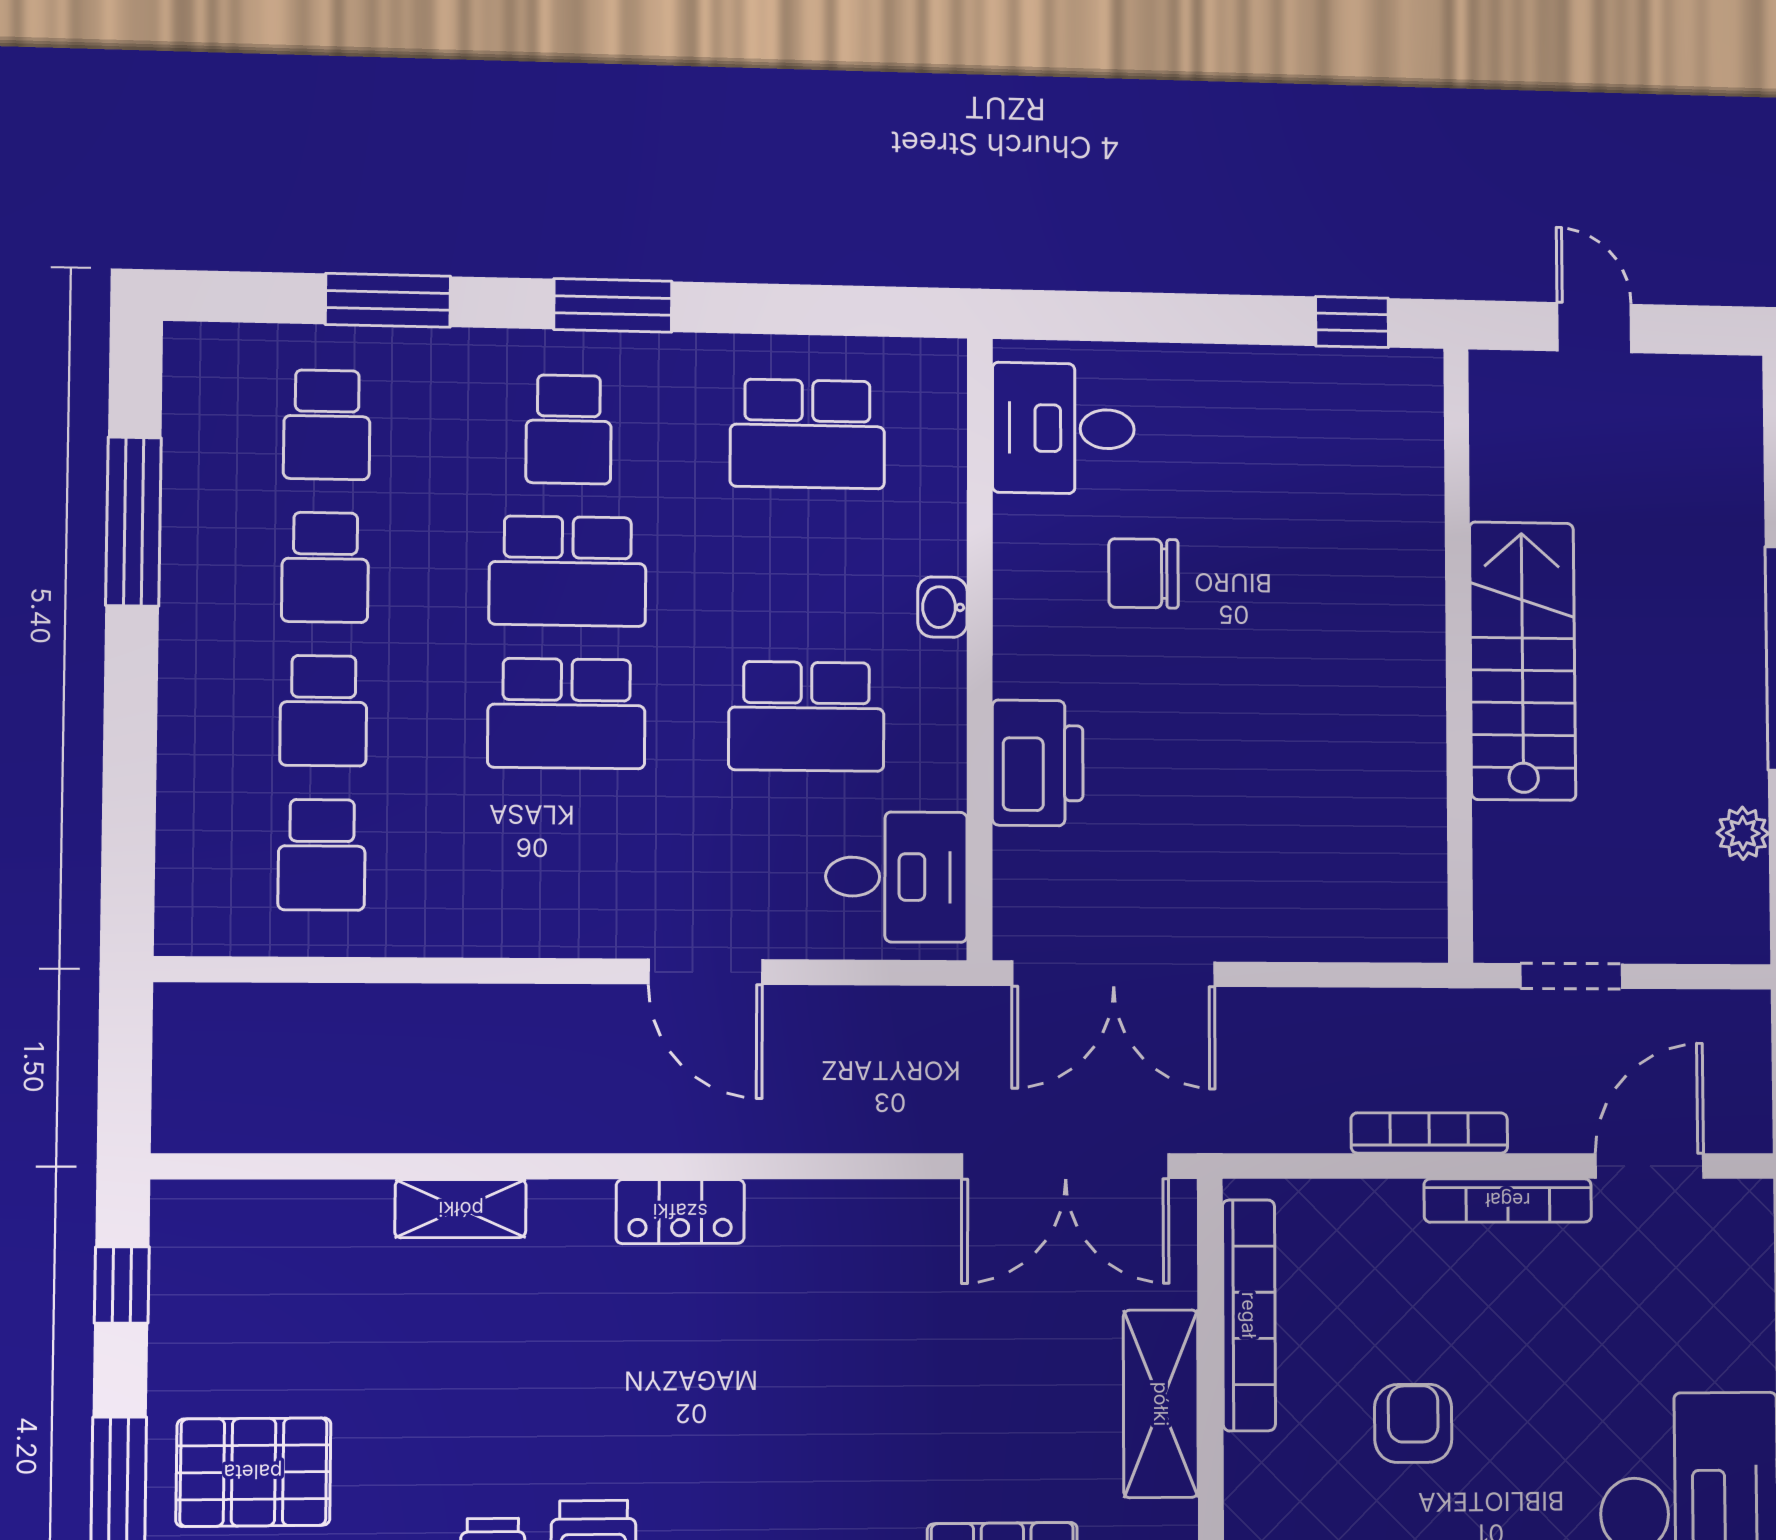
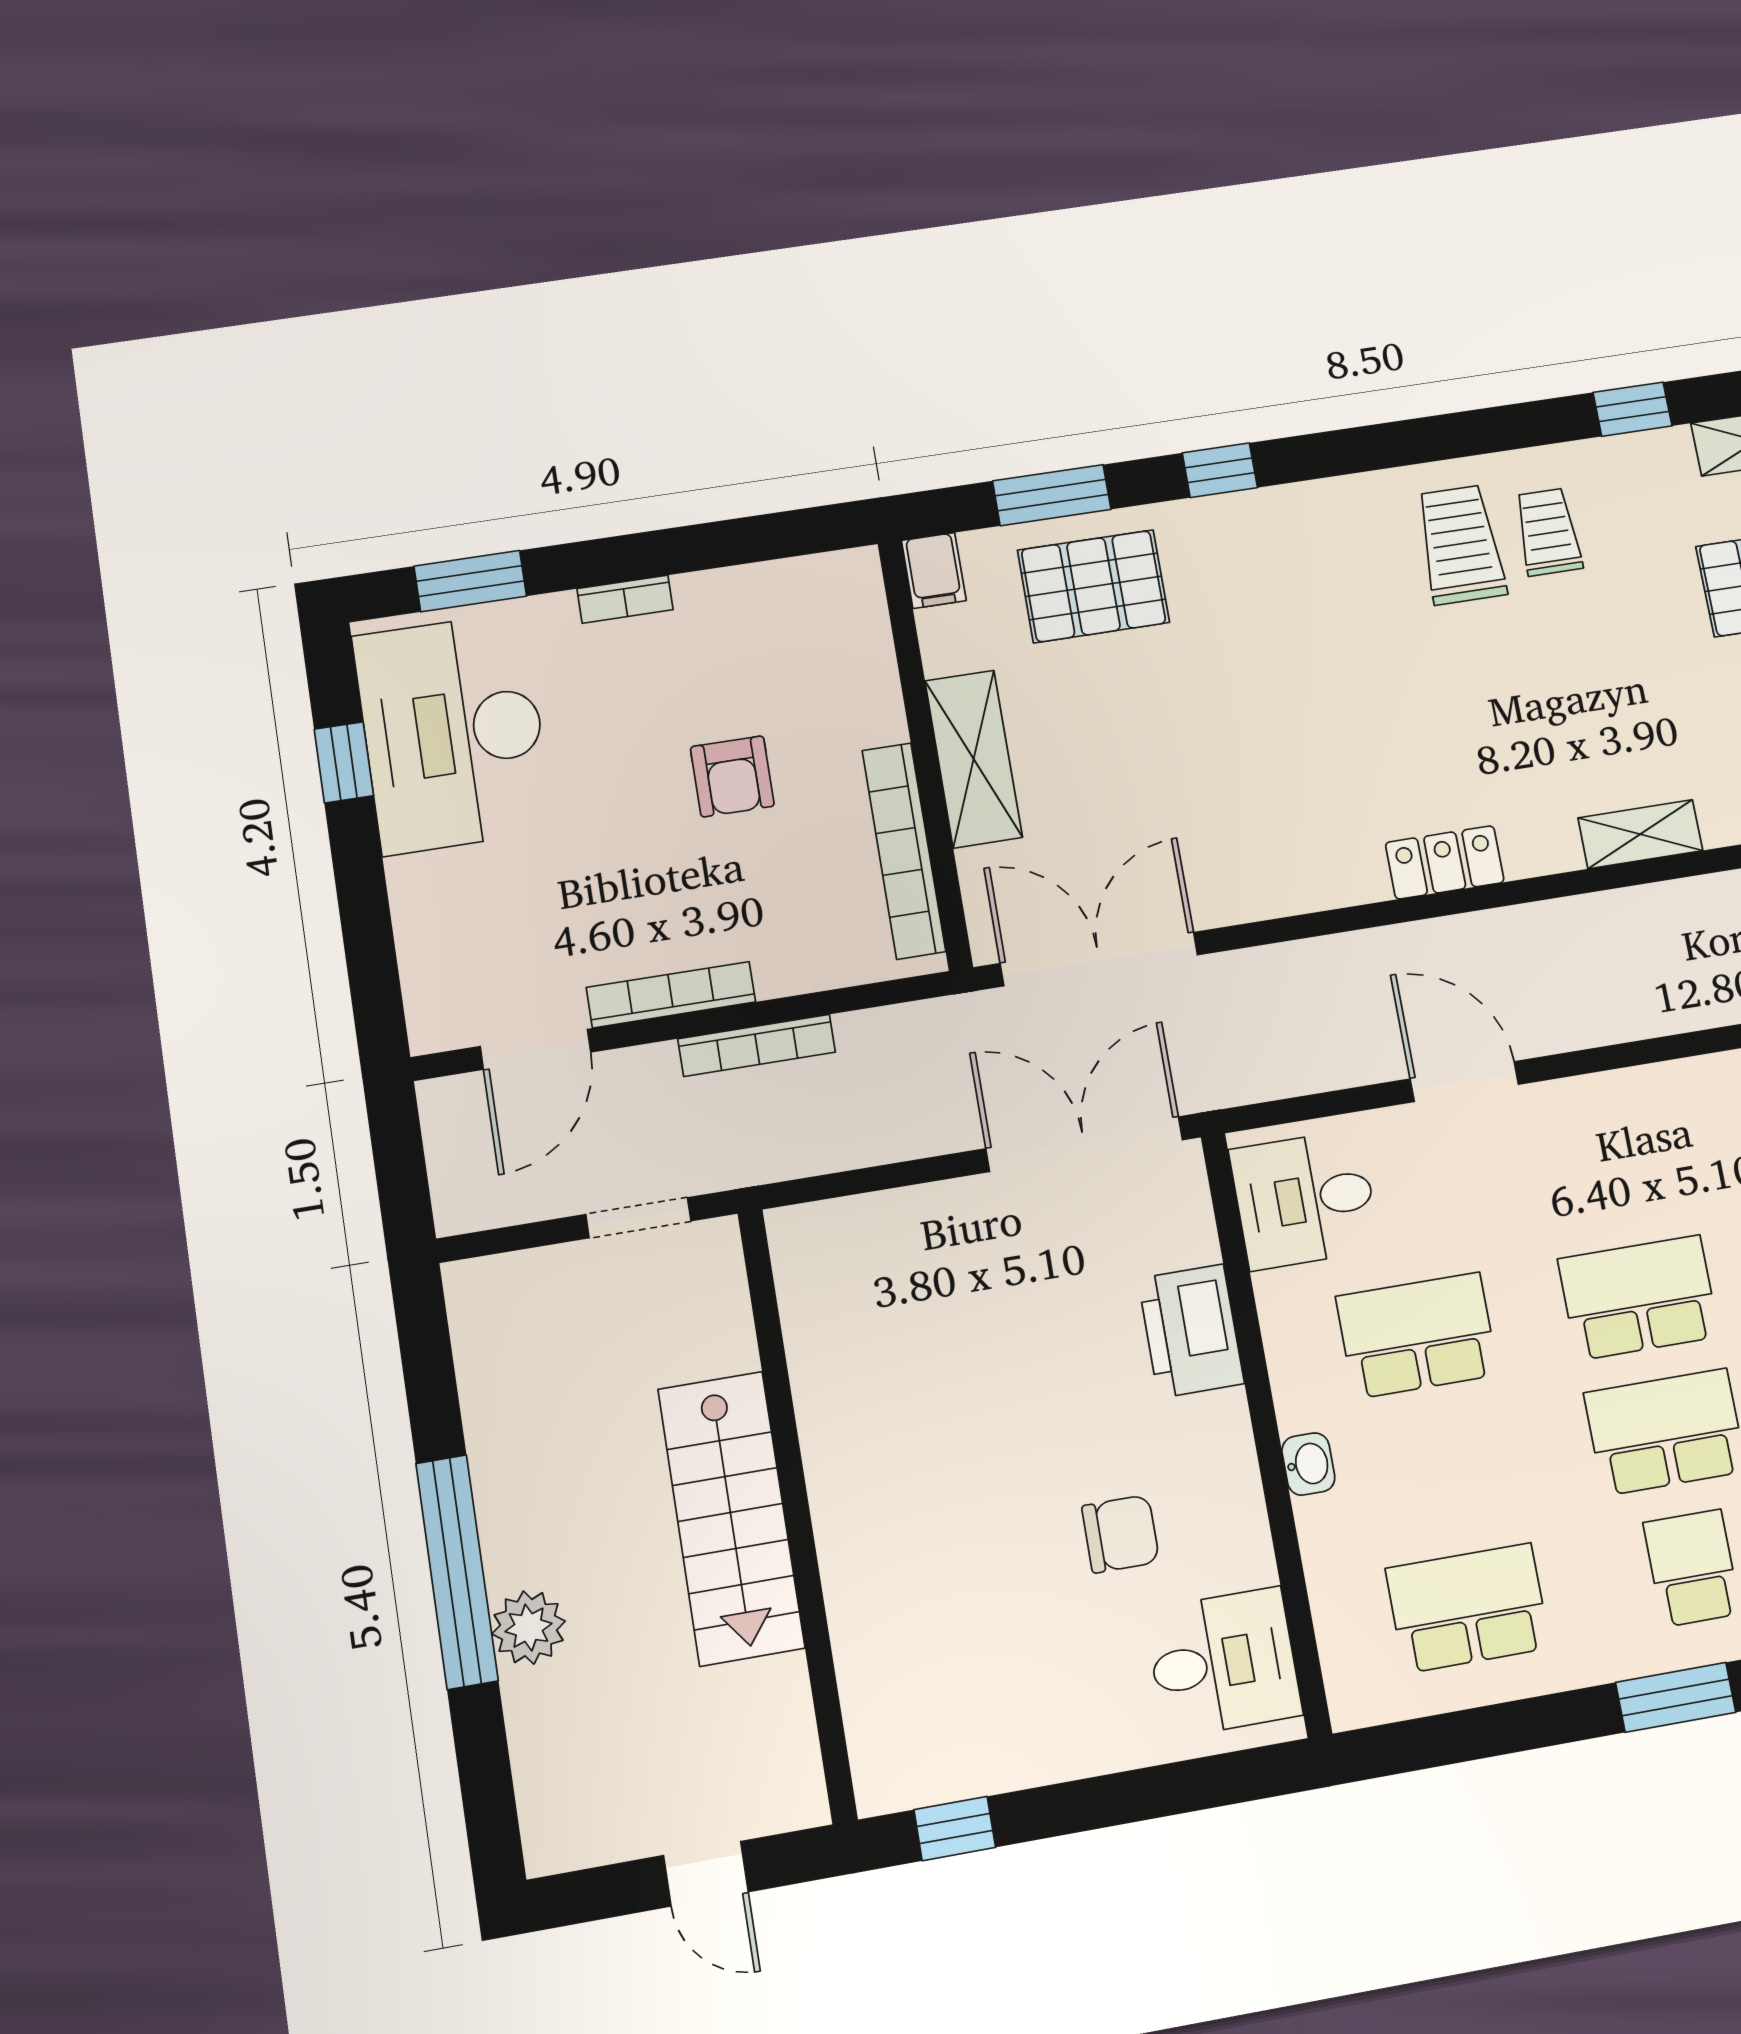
plant: (1743, 833) -> (529, 1628), moved, width x1.38, depth x1.38

